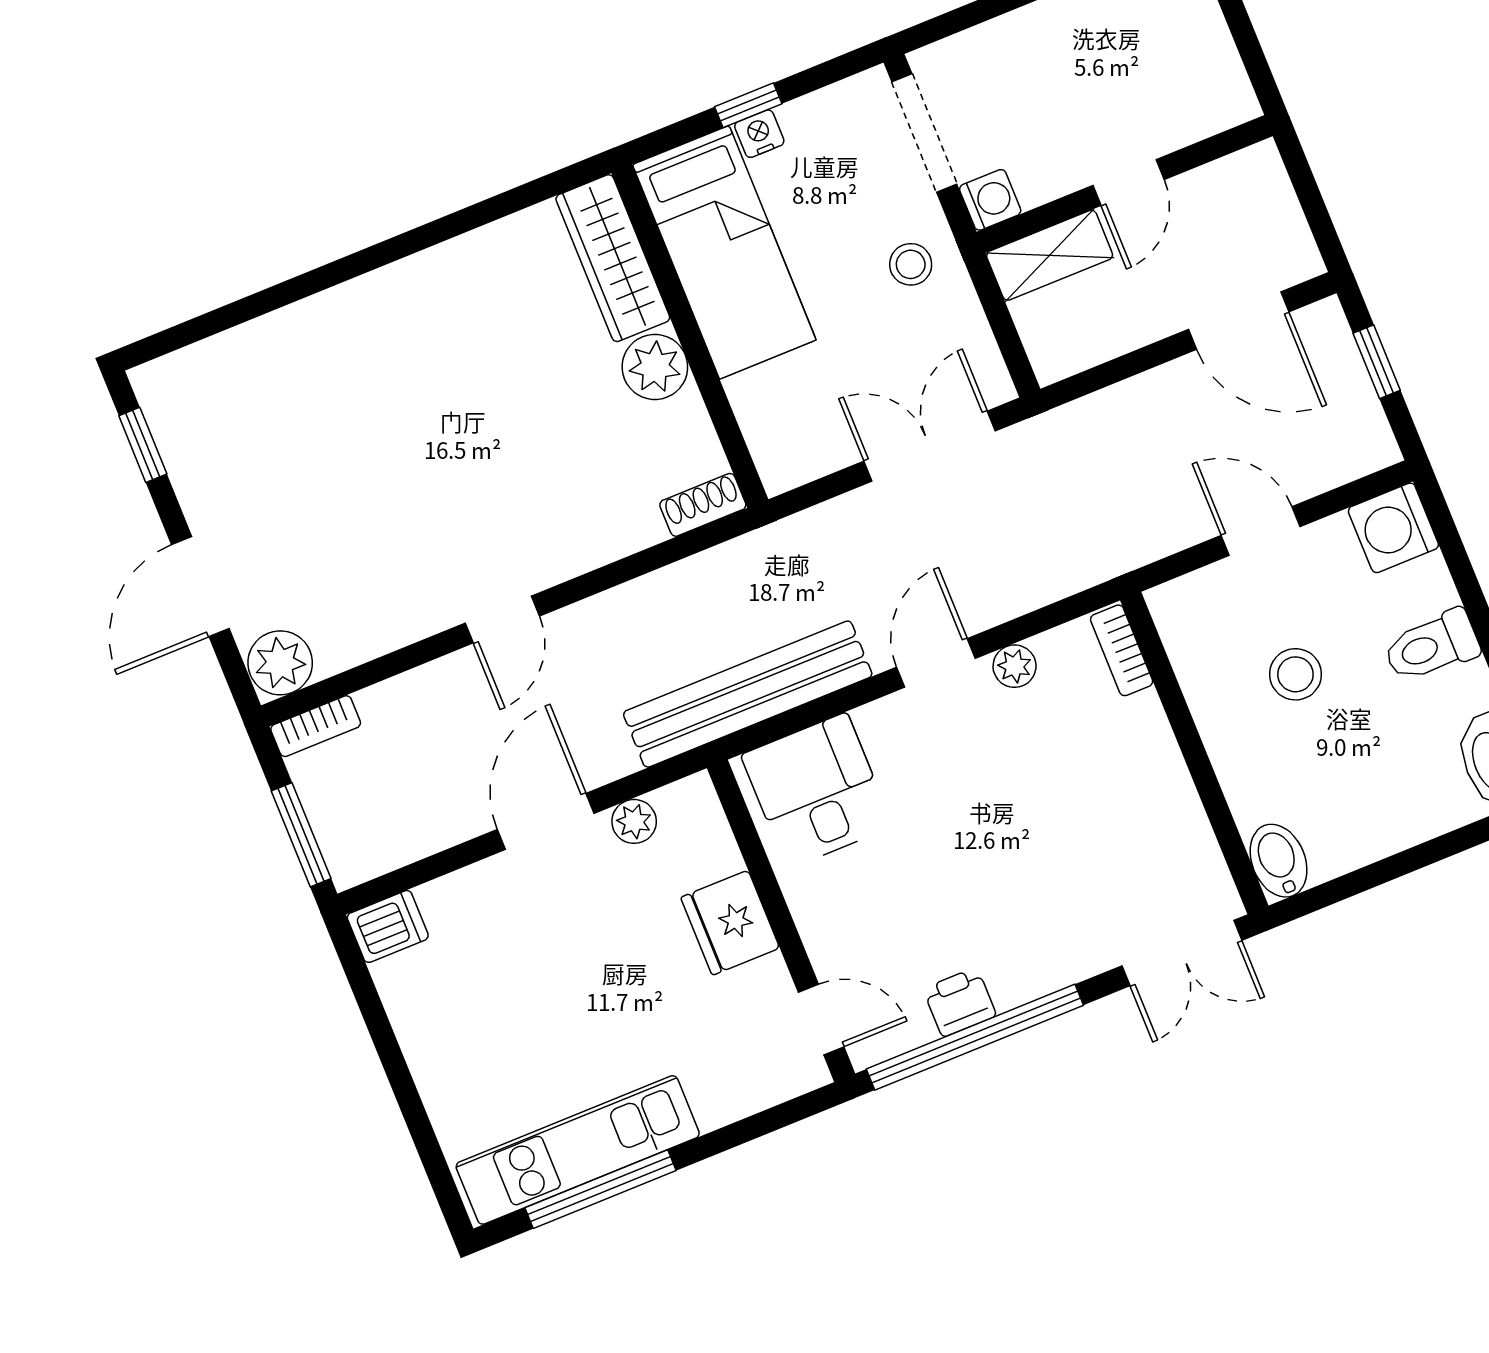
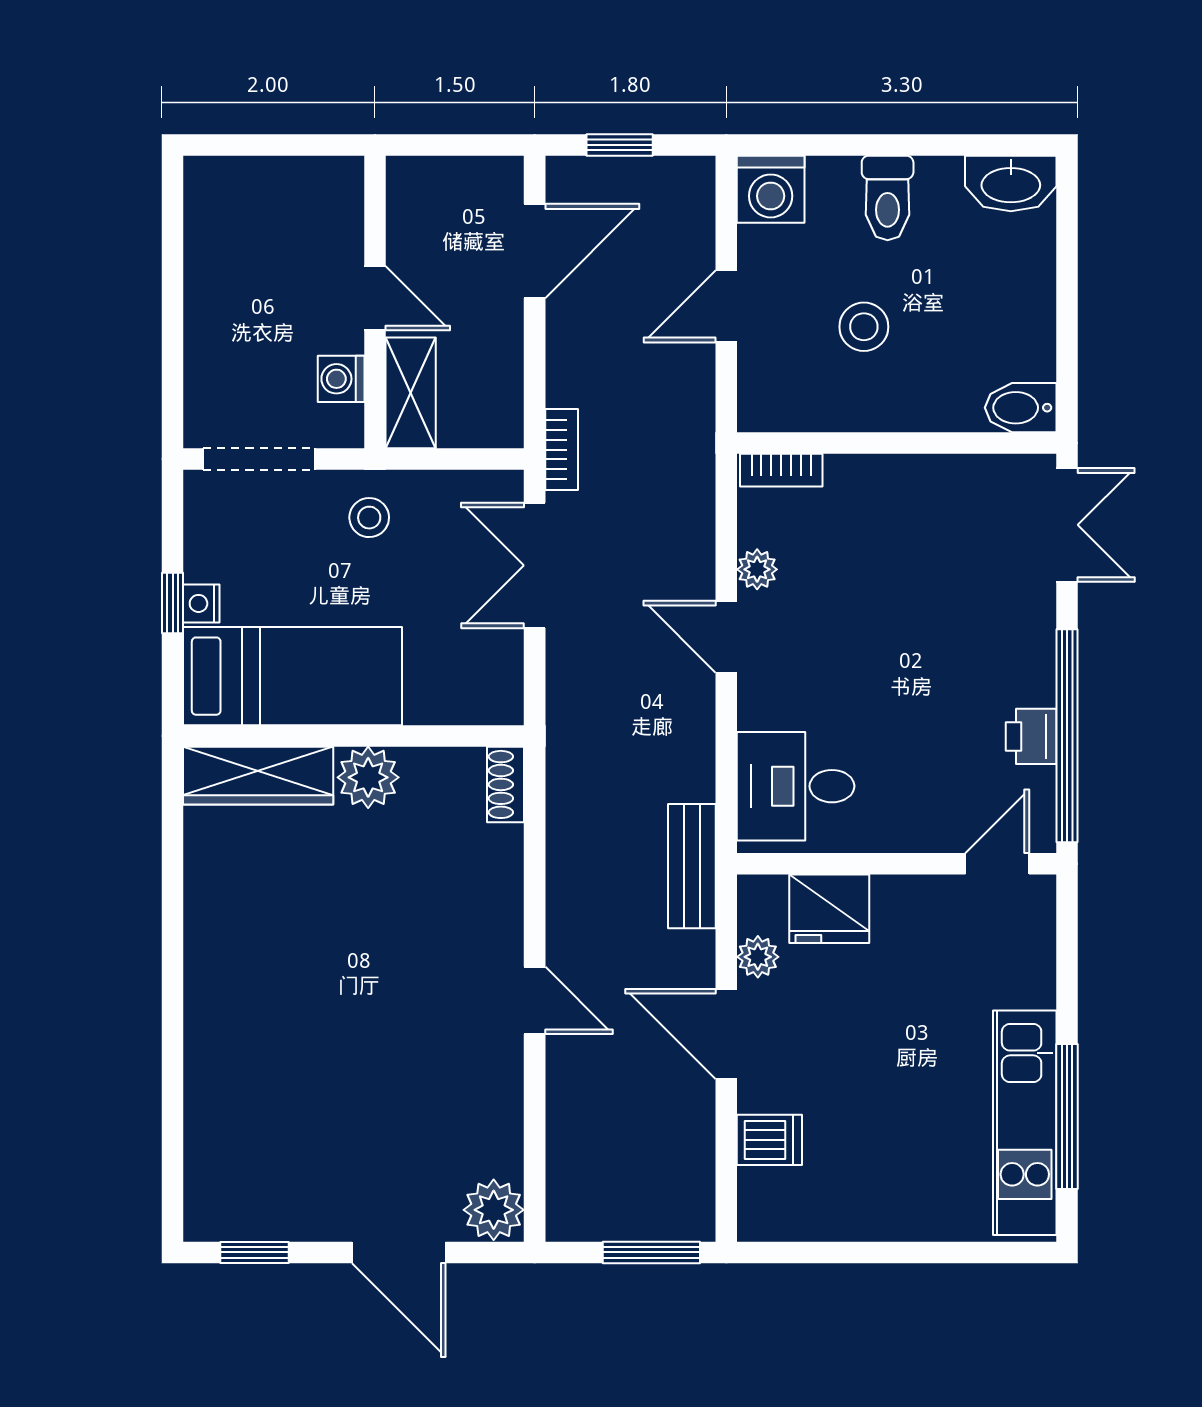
washing machine: (990, 200) -> (341, 379), moved, turned -90
bench: (748, 694) -> (692, 866), width x0.54, depth x0.82
bookcase: (316, 726) -> (562, 450), moved
fridge: (730, 923) -> (829, 909), moved
dishwasher: (388, 926) -> (769, 1140), moved, turned 90

